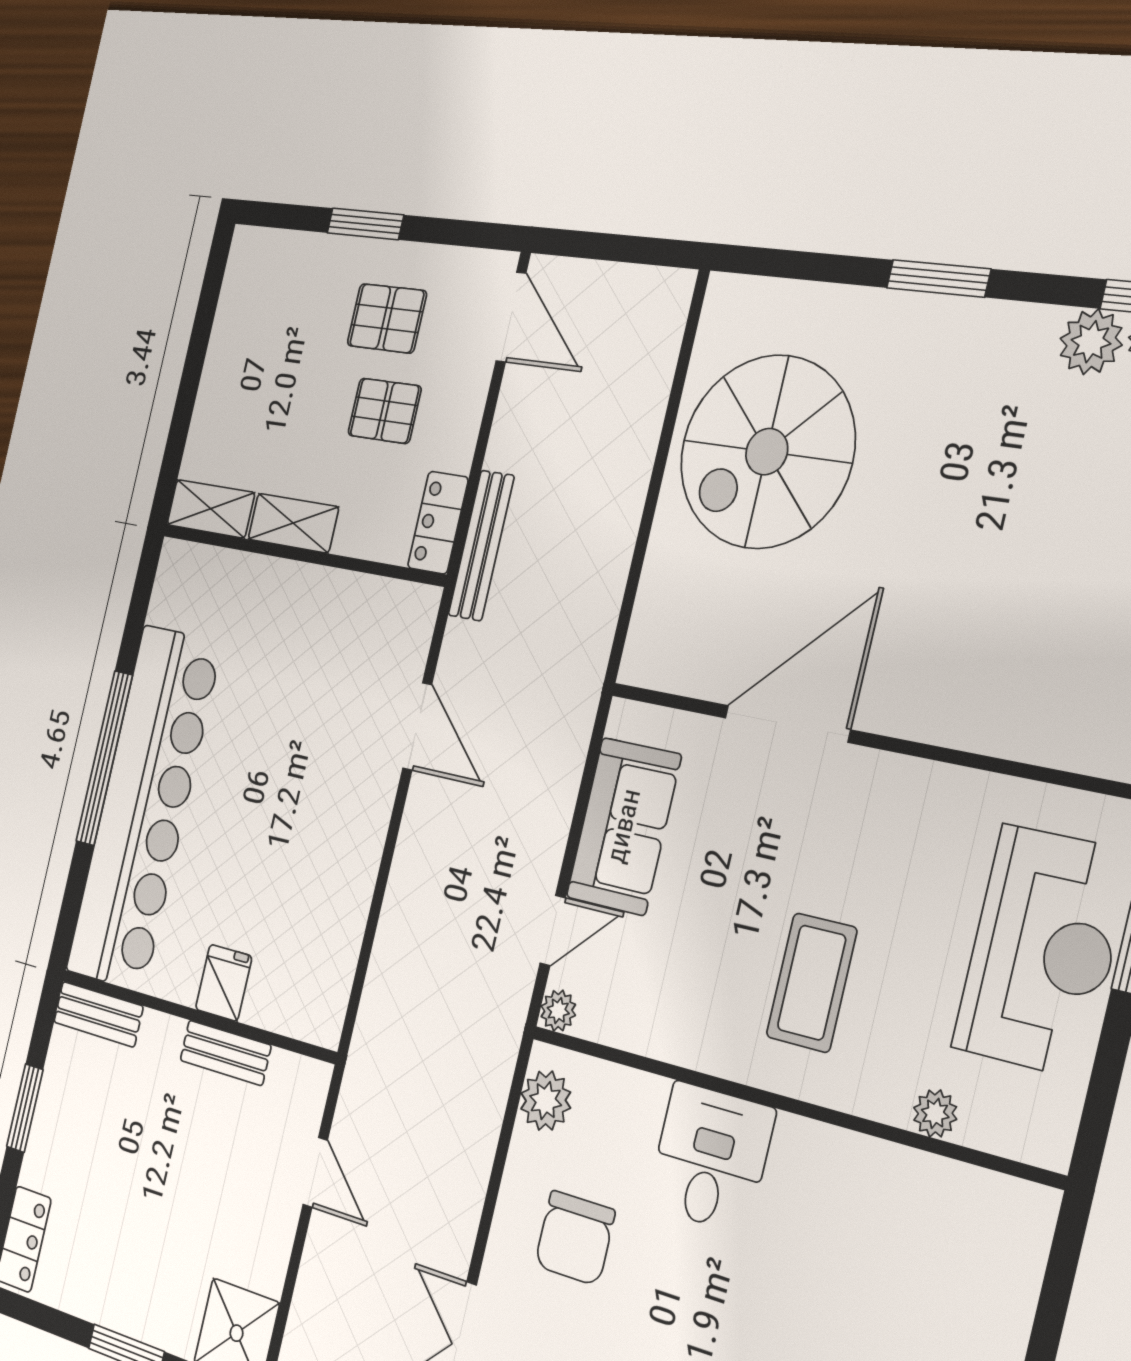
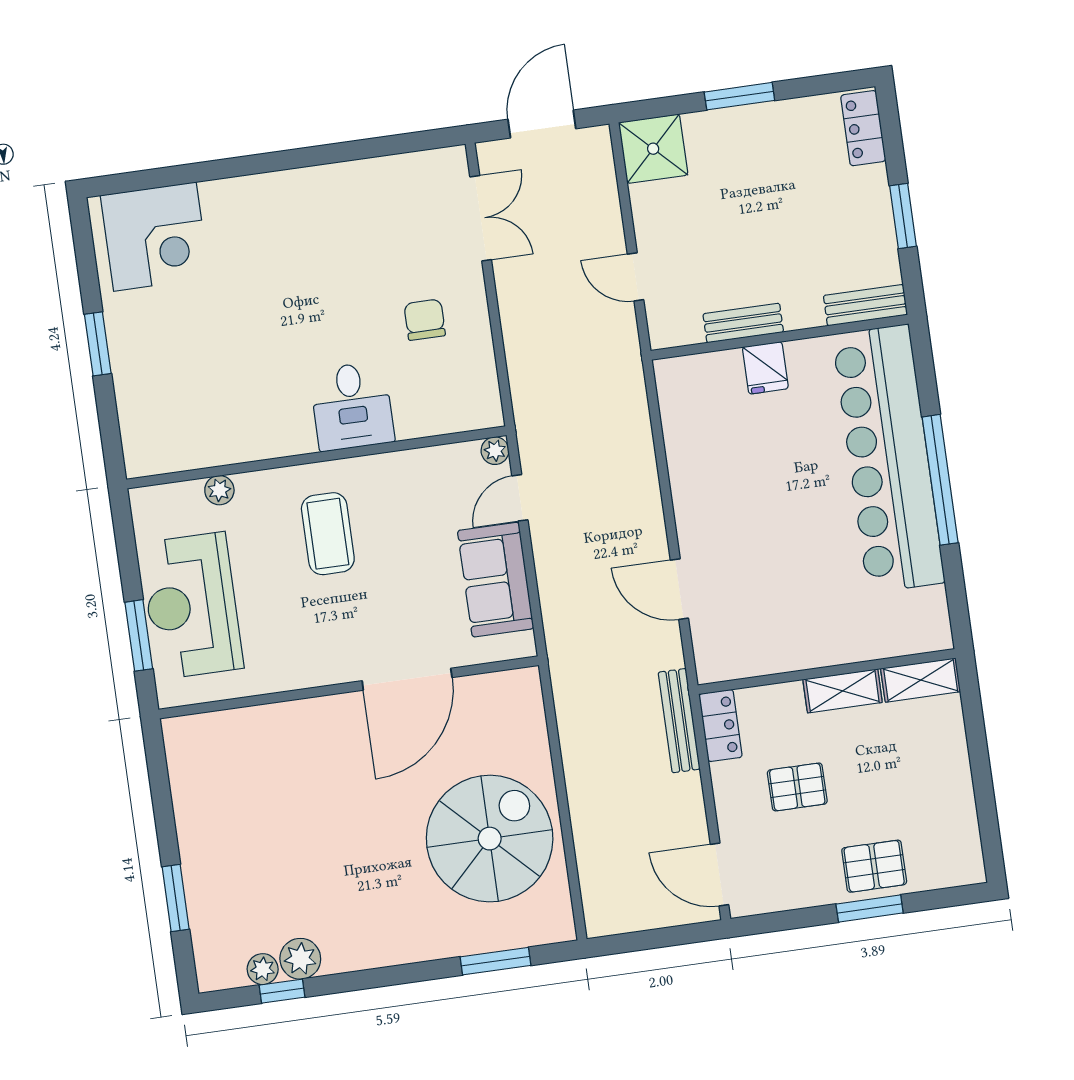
window: (938, 278) -> (495, 961), moved
pallet: (387, 318) -> (874, 866), moved
plant: (546, 1101) -> (481, 393), removed
chair: (575, 1238) -> (425, 320), width x0.73, depth x0.73

